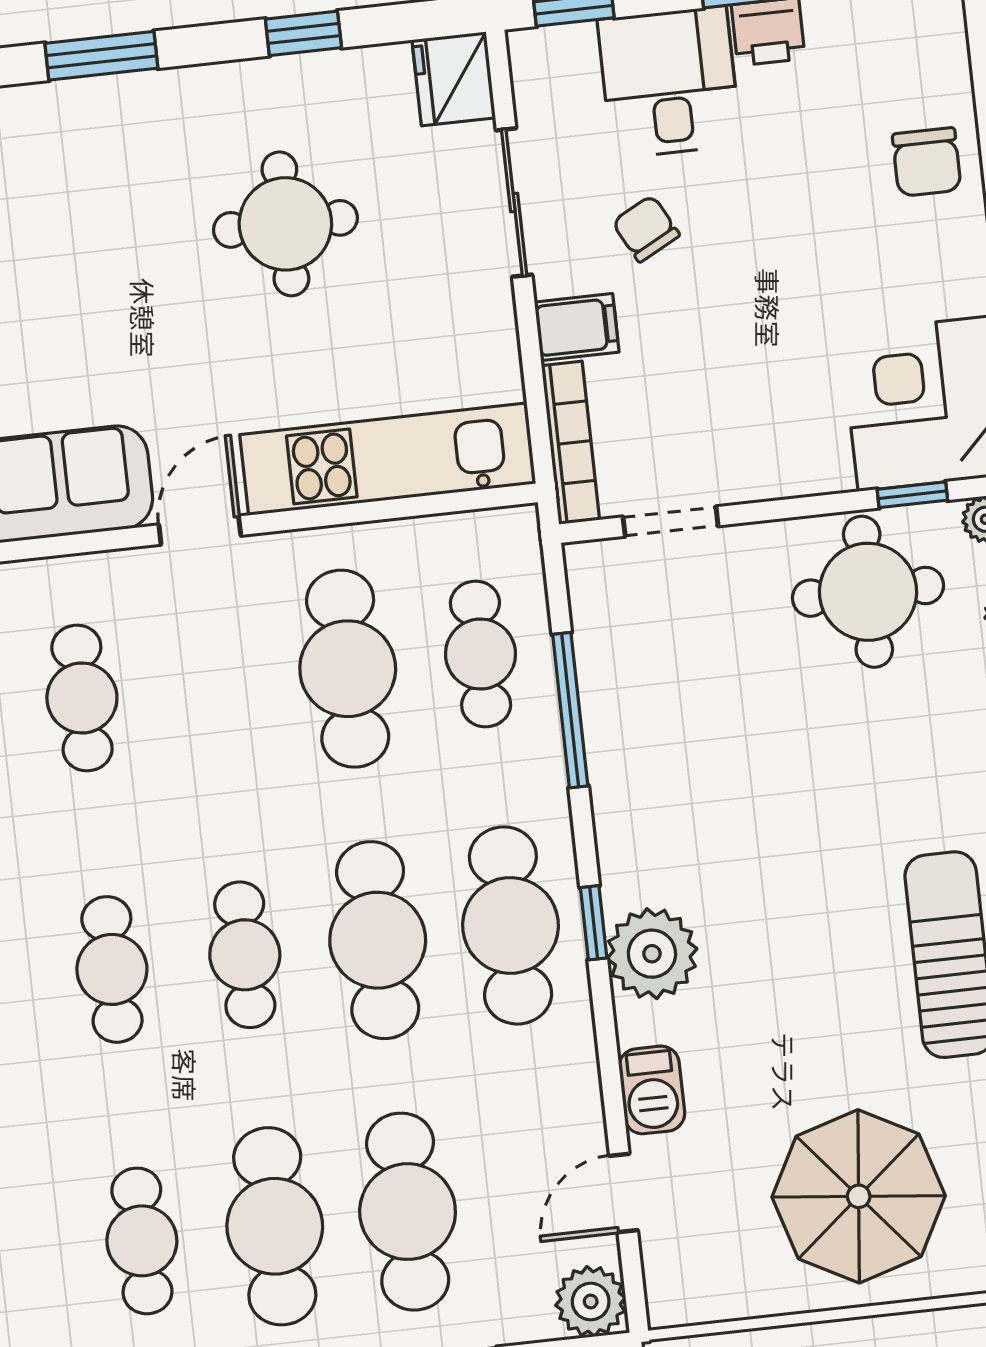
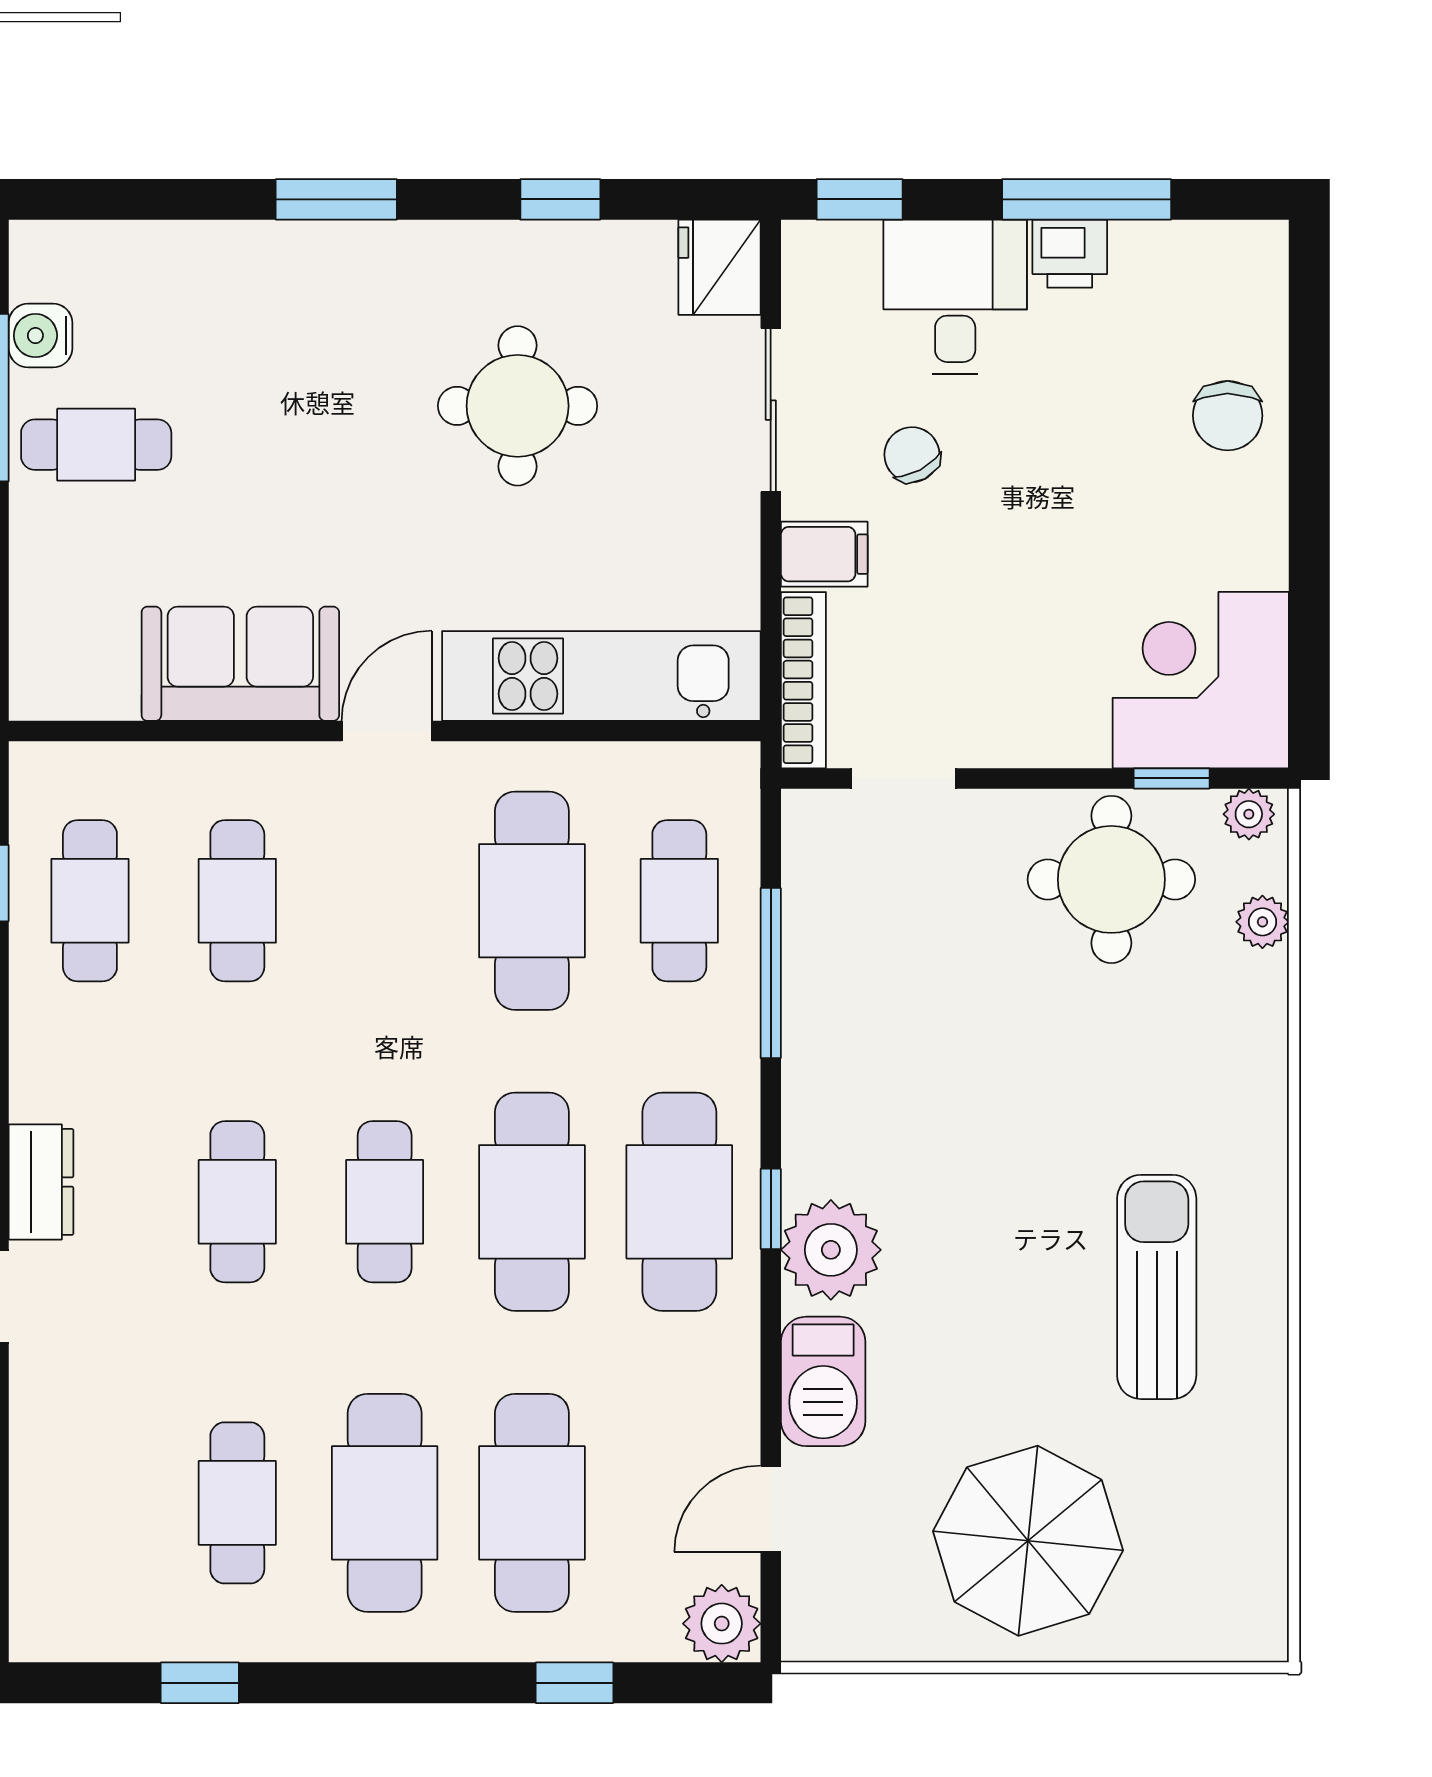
barbecue: (652, 1090) -> (823, 1381), width x1.38, depth x1.27

